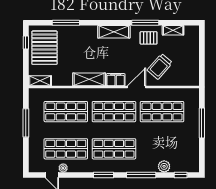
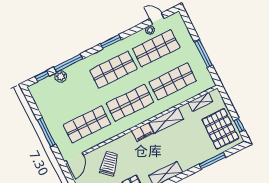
shelving: (40, 81) -> (200, 102), moved
door: (136, 87) -> (75, 158), moved
window: (141, 175) -> (68, 63), moved

